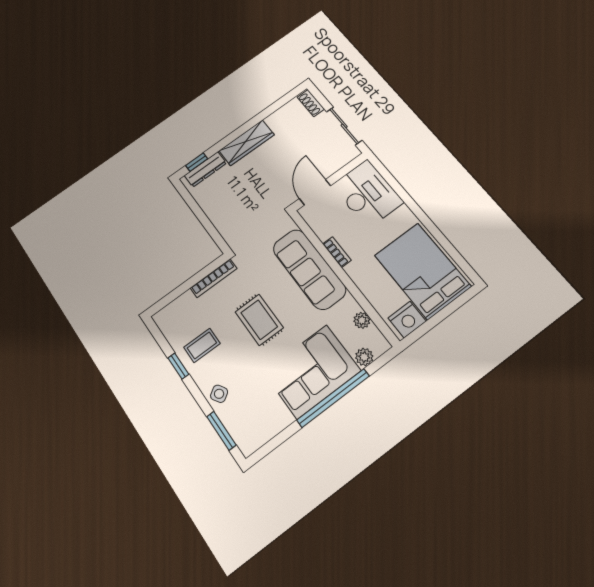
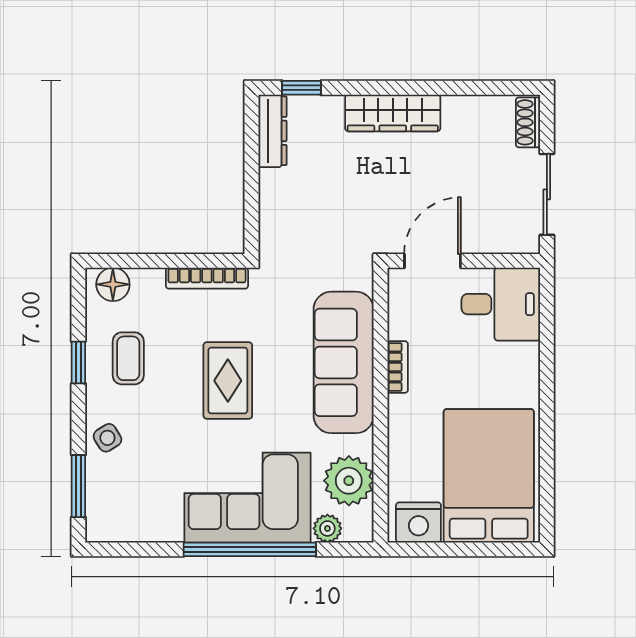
dresser: (205, 169) -> (272, 131), moved, turned -90
desk: (367, 194) -> (501, 304), width x0.73
floor lamp: (170, 315) -> (113, 284), added
plant: (362, 320) -> (349, 481), width x1.87, depth x1.87
coffee table: (202, 345) -> (128, 358), turned 90

